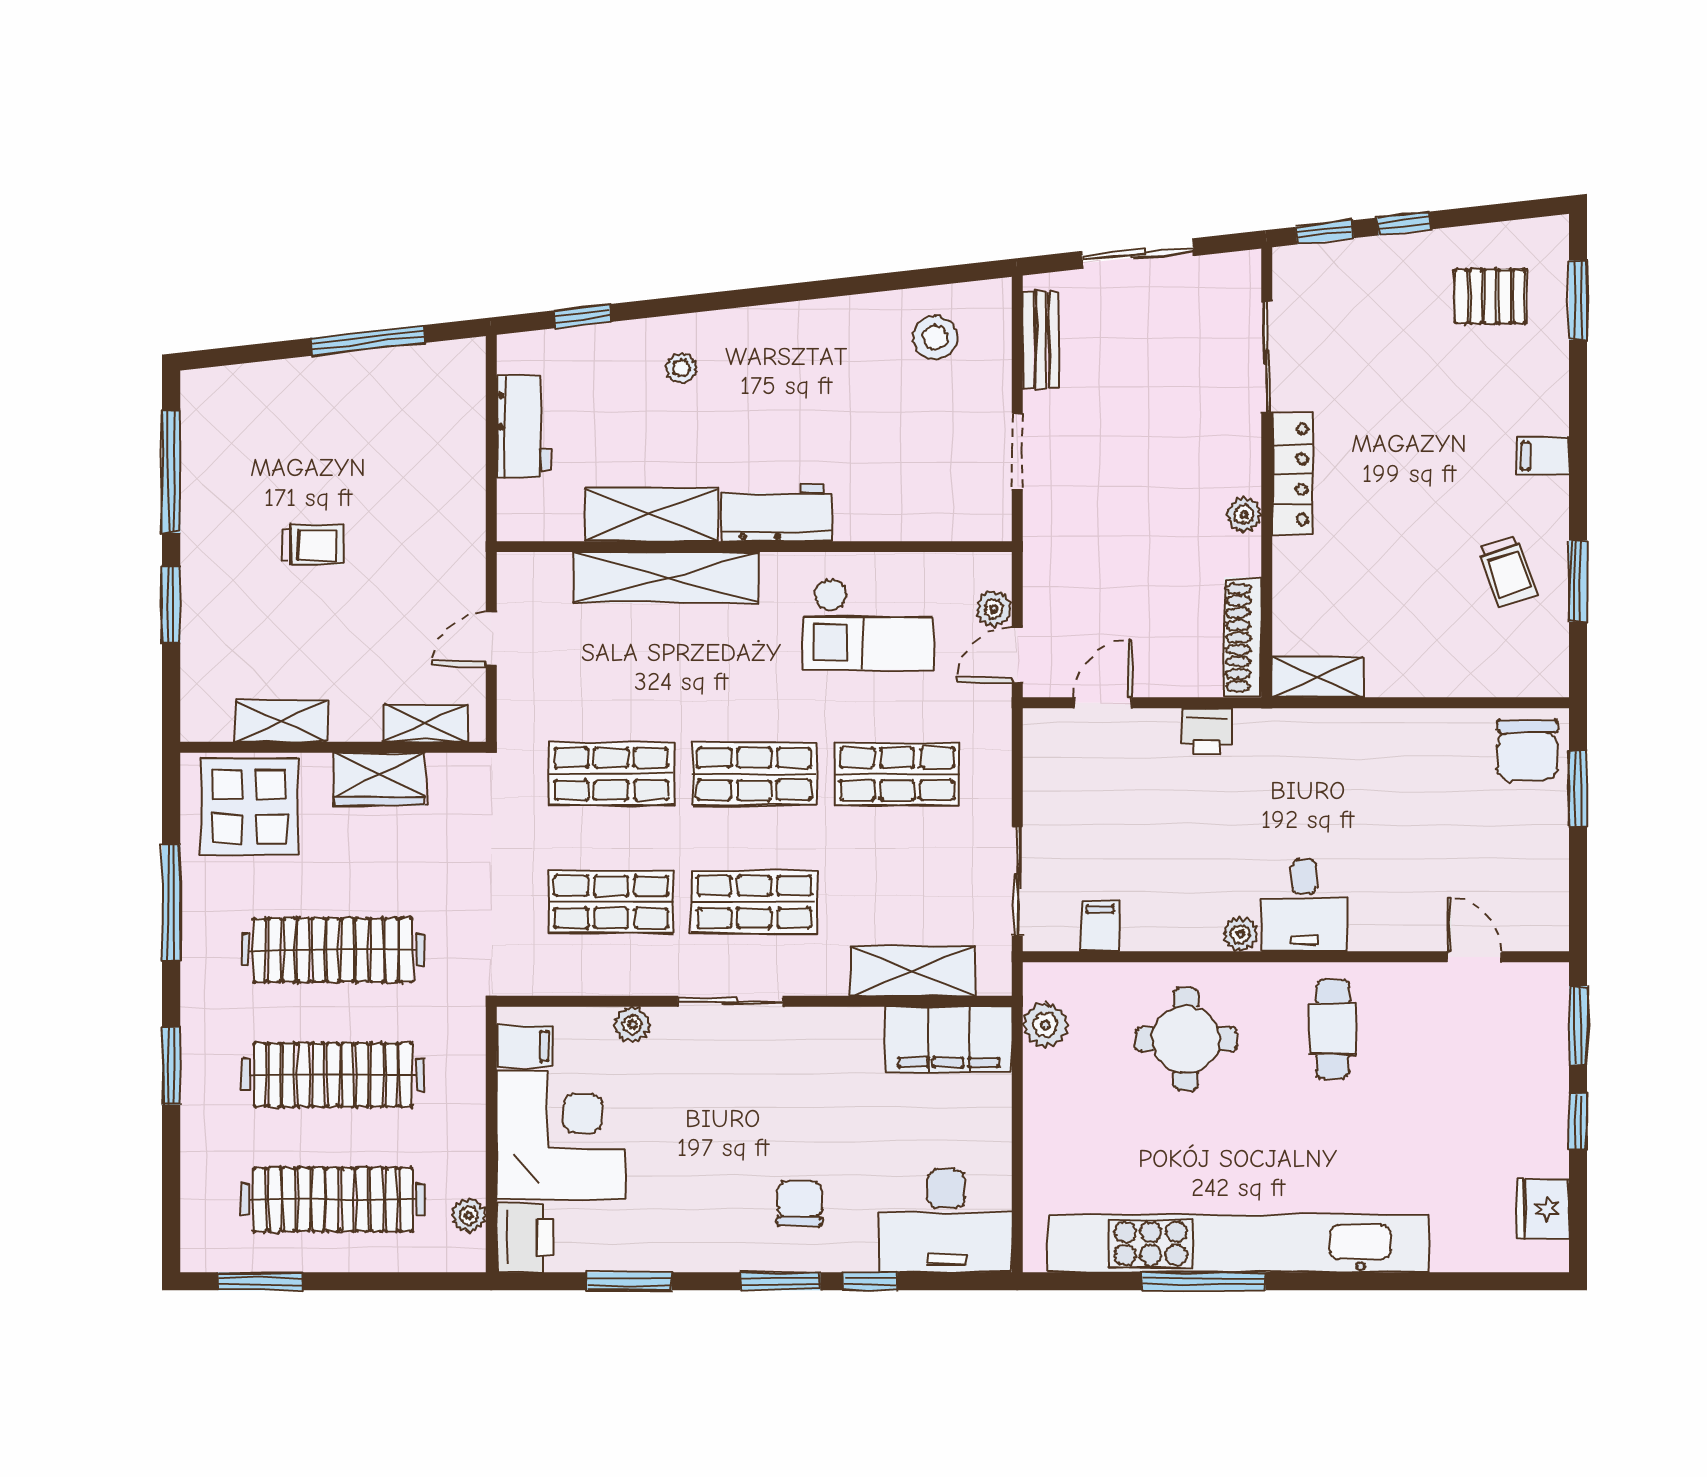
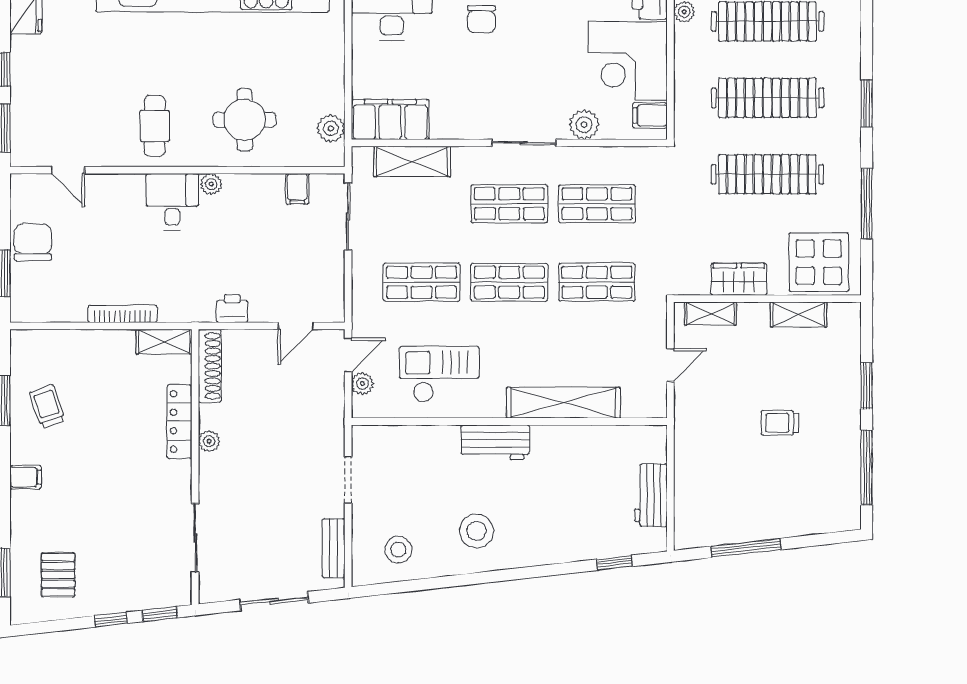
pallet: (1490, 297) -> (58, 575), turned 90
stool: (681, 368) -> (476, 531), moved, width x1.89, depth x1.89
locker: (1292, 474) -> (180, 422), moved
shelving: (651, 515) -> (572, 441), removed
bookcase: (1385, 722) -> (123, 314), added
chair: (1527, 751) -> (33, 242), moved
plant: (632, 1024) -> (584, 125), width x1.38, depth x1.38

